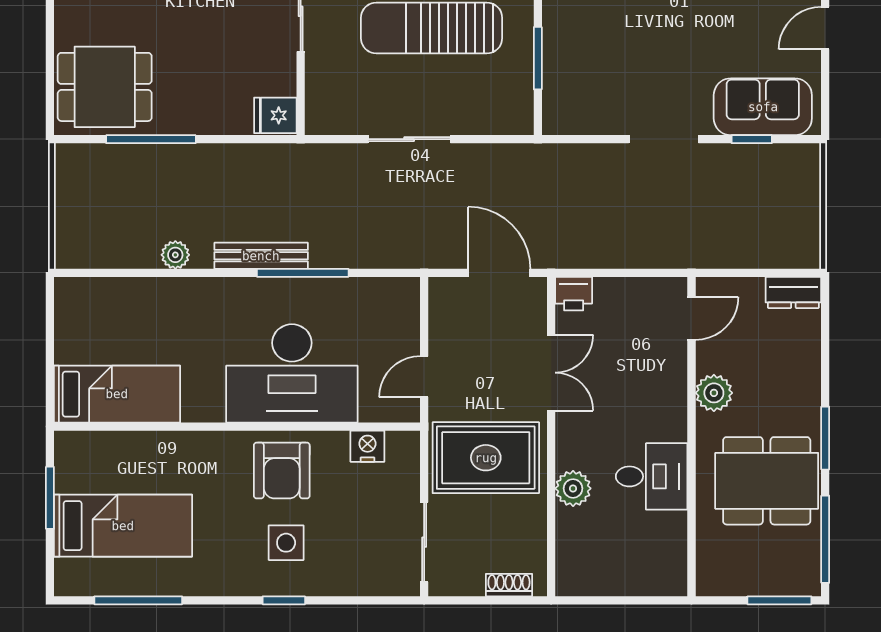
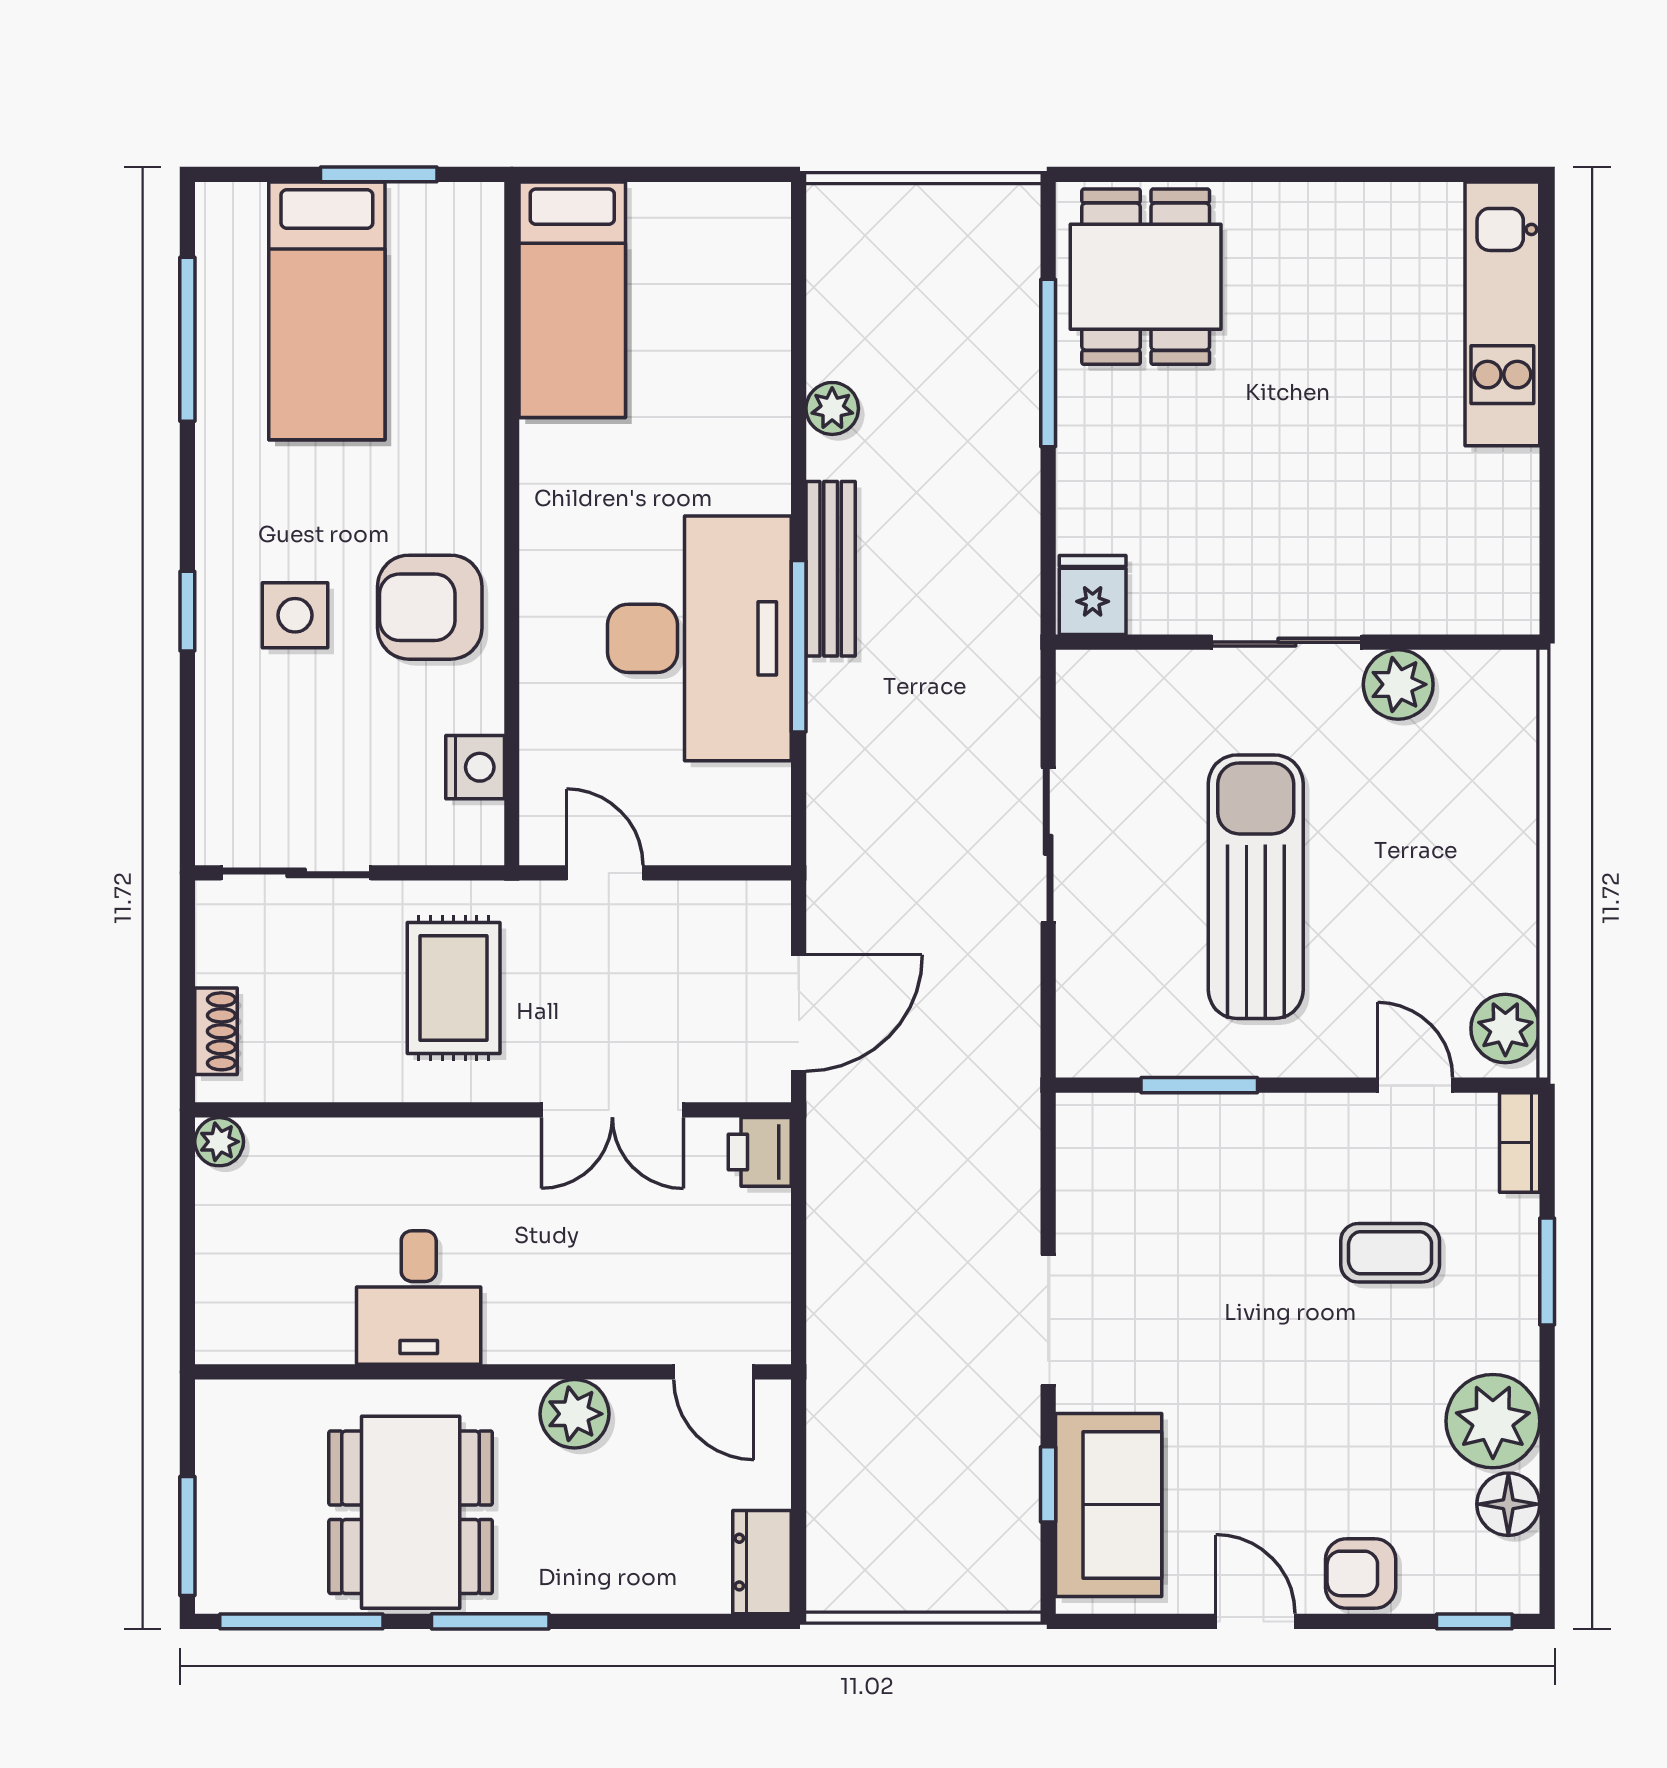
desk: (292, 373) -> (699, 638), moved, turned 180
rug: (486, 458) -> (454, 988), width x0.73, depth x0.70
plant: (573, 488) -> (219, 1142), moved, width x0.73, depth x0.73

